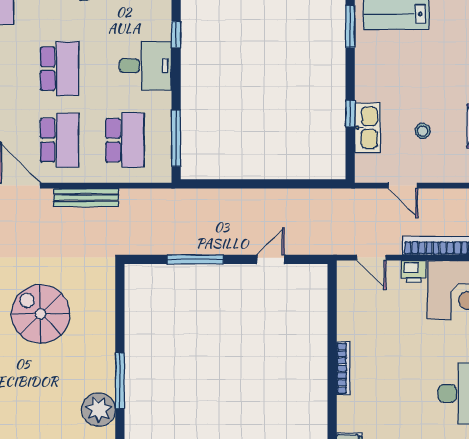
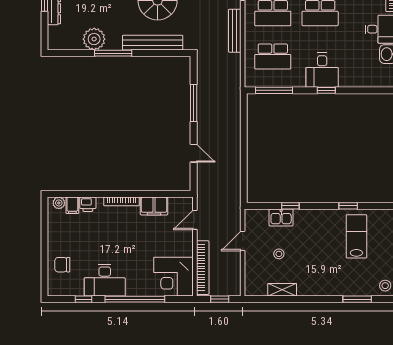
window: (350, 26) -> (348, 206), width x0.67
window: (176, 34) -> (326, 90), moved
kitchen sink: (368, 128) -> (281, 217), width x0.73
printer: (413, 271) -> (88, 204), moved, turned -90
filing cabinet: (350, 319) -> (154, 206), added
bench: (104, 321) -> (153, 43), added

